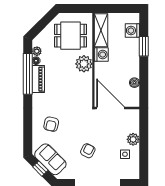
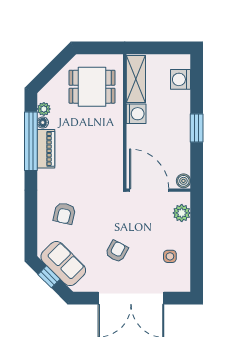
window: (144, 46) -> (197, 128), moved
plant: (84, 64) -> (111, 127), removed
boiler: (134, 83) -> (183, 181), moved
plant: (133, 139) -> (182, 213), moved

